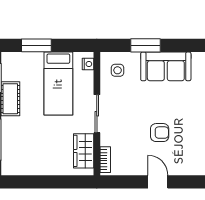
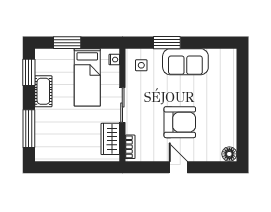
armchair: (160, 133) -> (180, 122), width x1.88, depth x1.88

